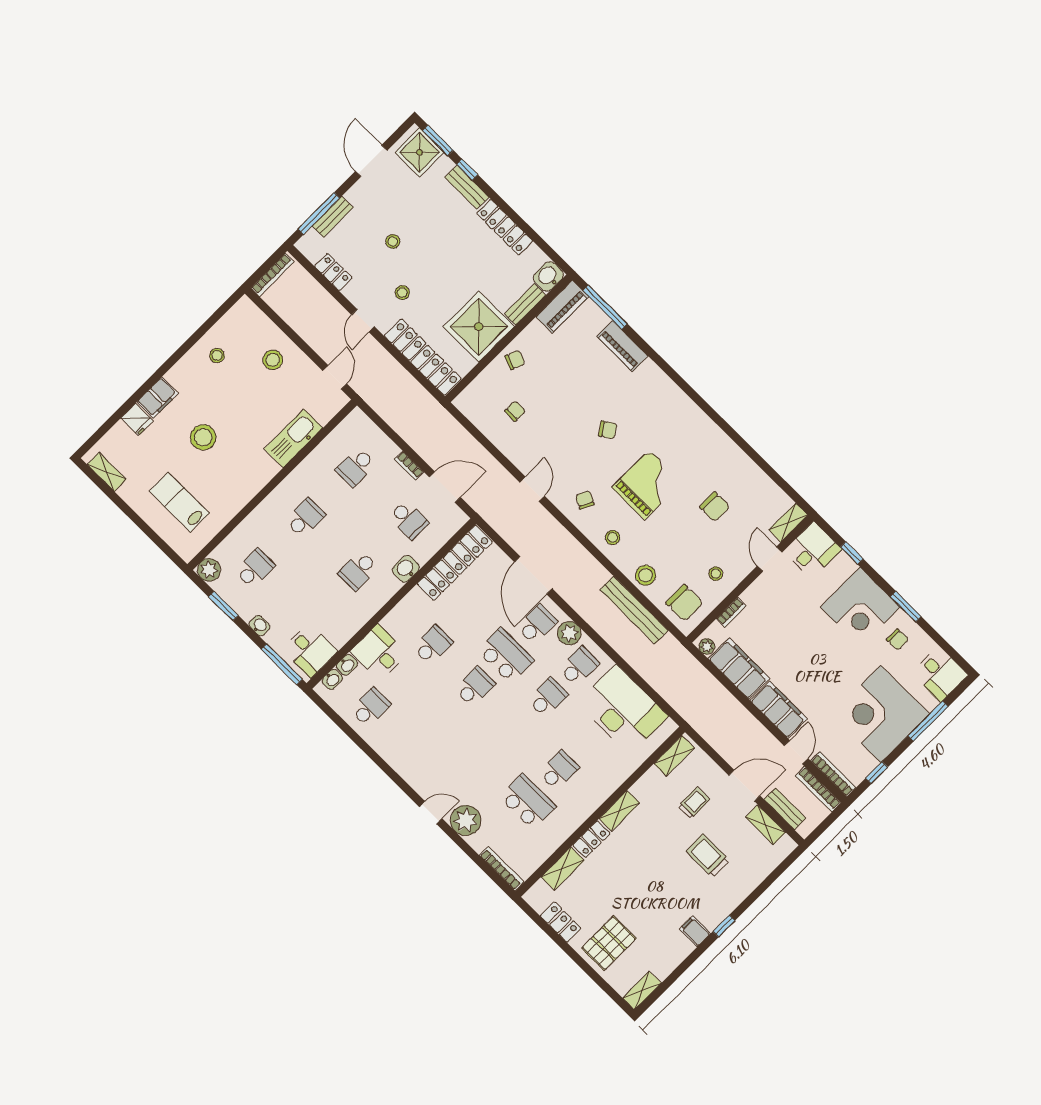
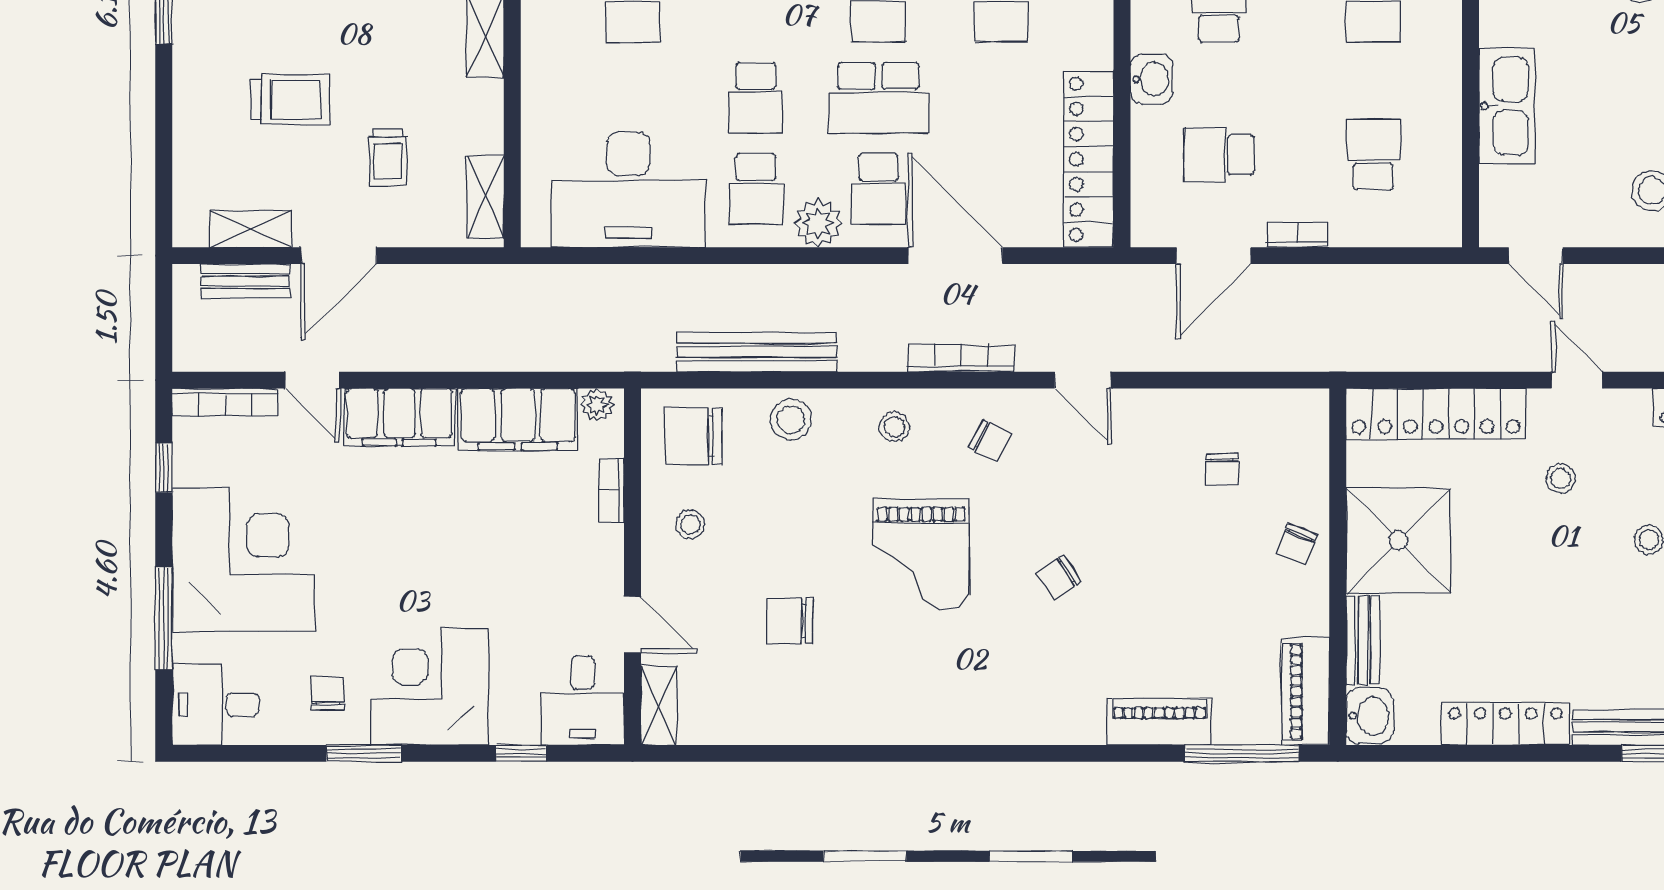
chair: (898, 640) -> (328, 693), turned 91
bookcase: (818, 789) -> (961, 358), moved

